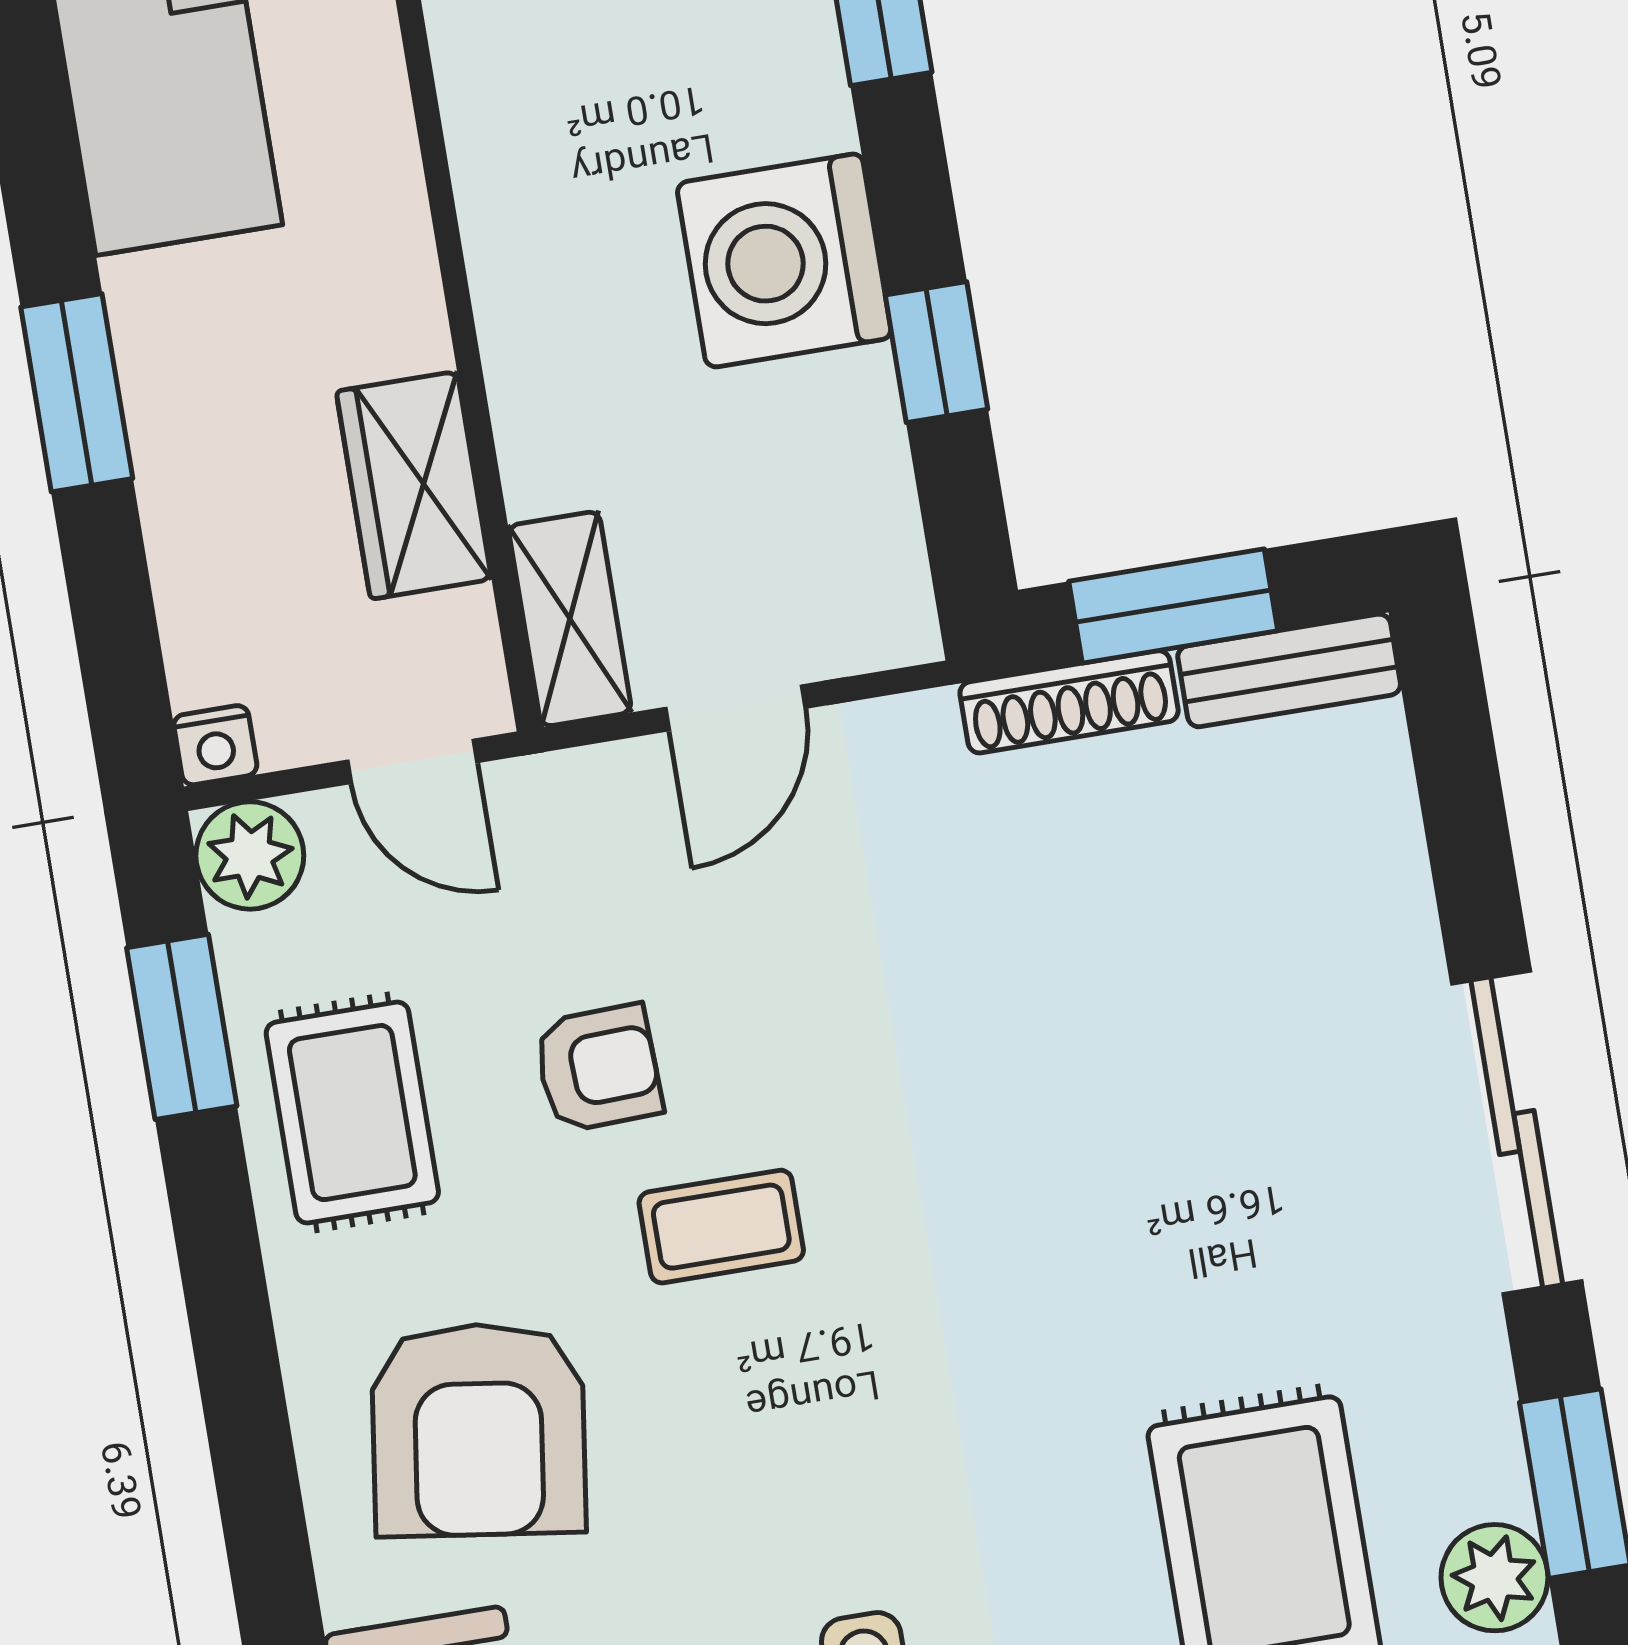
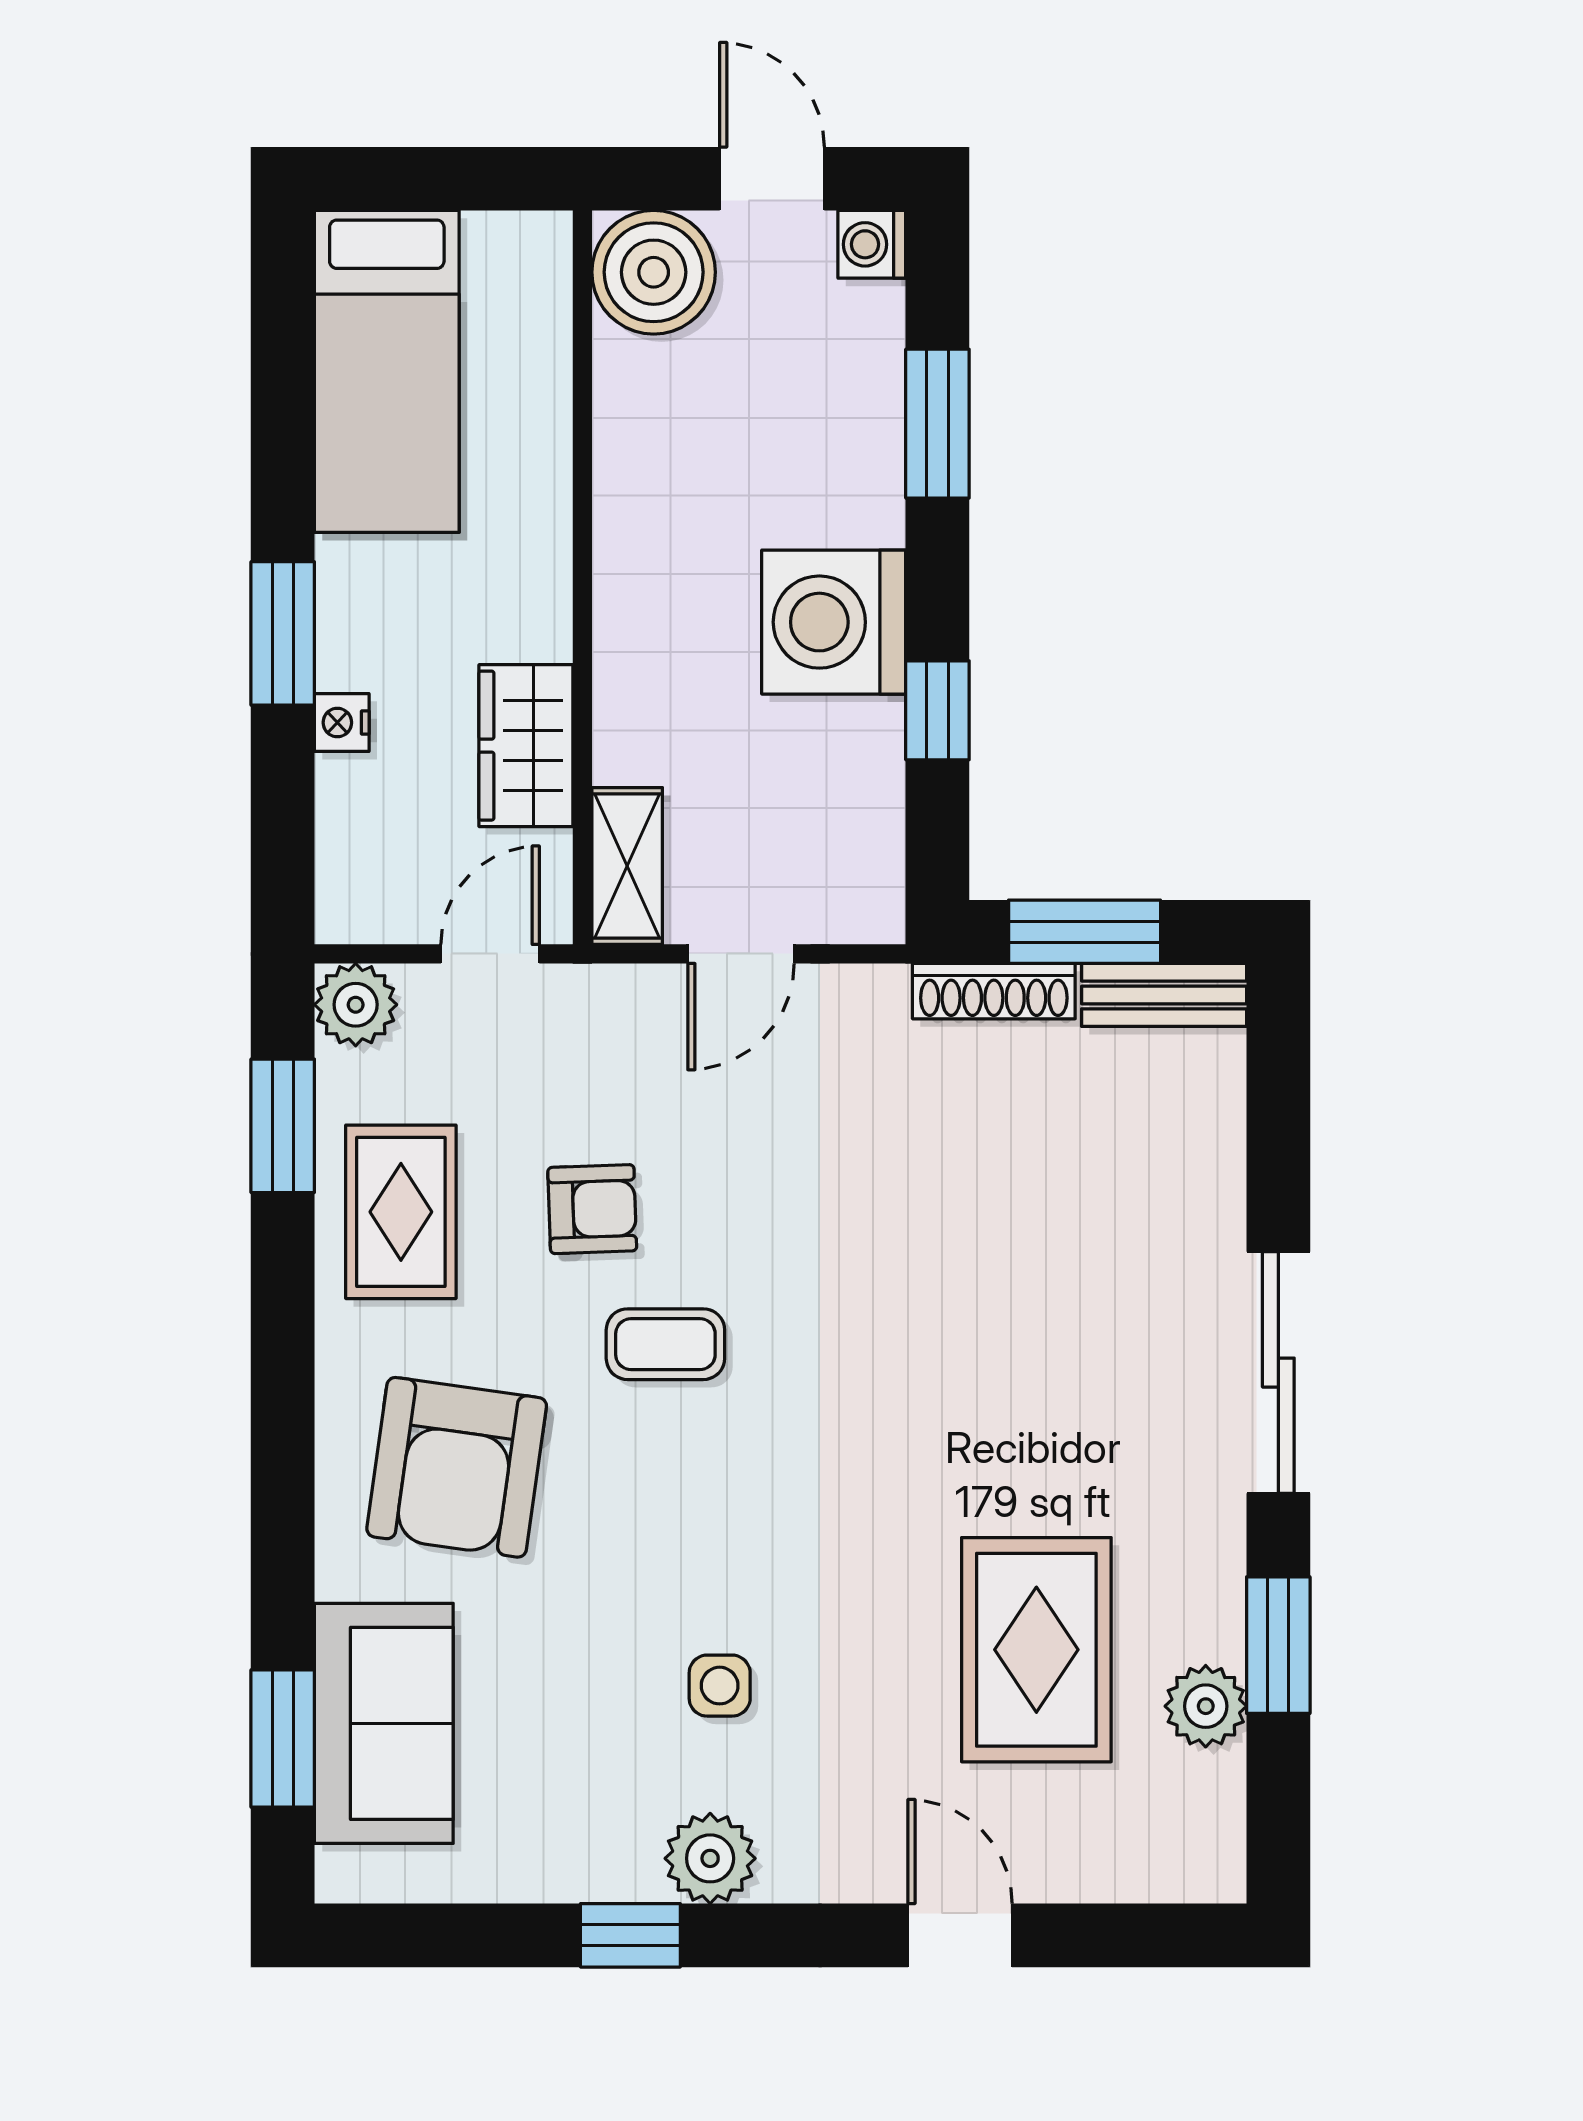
nightstand: (215, 745) -> (342, 723), moved, turned 90
door: (412, 761) -> (490, 954), swing flipped

